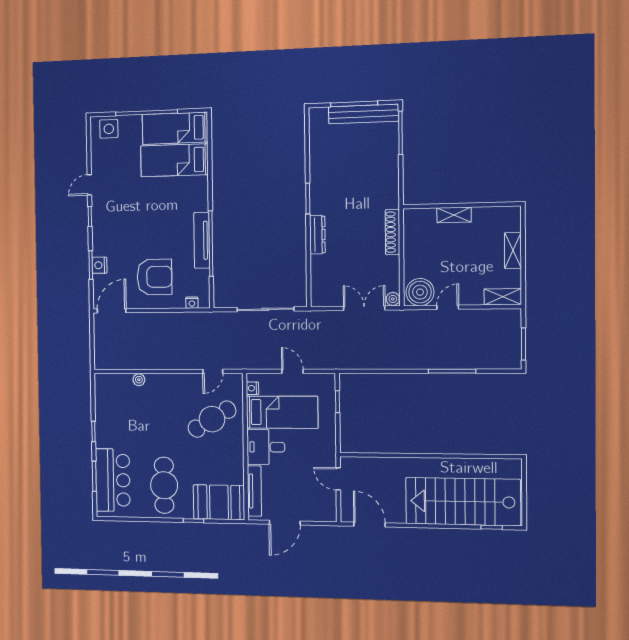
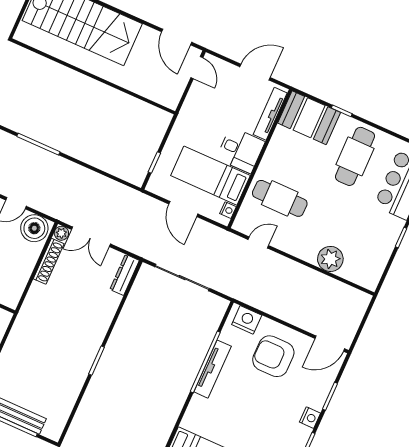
shoe rack: (392, 232) -> (49, 261), moved
dresser: (317, 235) -> (125, 275), moved
nightstand: (100, 265) -> (310, 418), moved
nightstand: (192, 303) -> (247, 320), width x1.89, depth x1.79
door: (292, 371) -> (183, 209), width x1.38
plant: (139, 380) -> (330, 259), width x1.87, depth x1.87
cafe table: (212, 419) -> (280, 198), turned 31
door: (338, 479) -> (197, 68), moved

